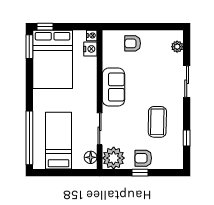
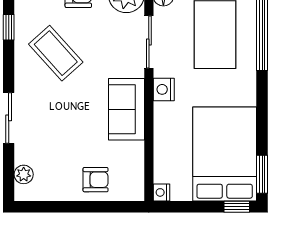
nightstand: (90, 49) -> (164, 89), moved
coffee table: (157, 122) -> (56, 53), turned -43

